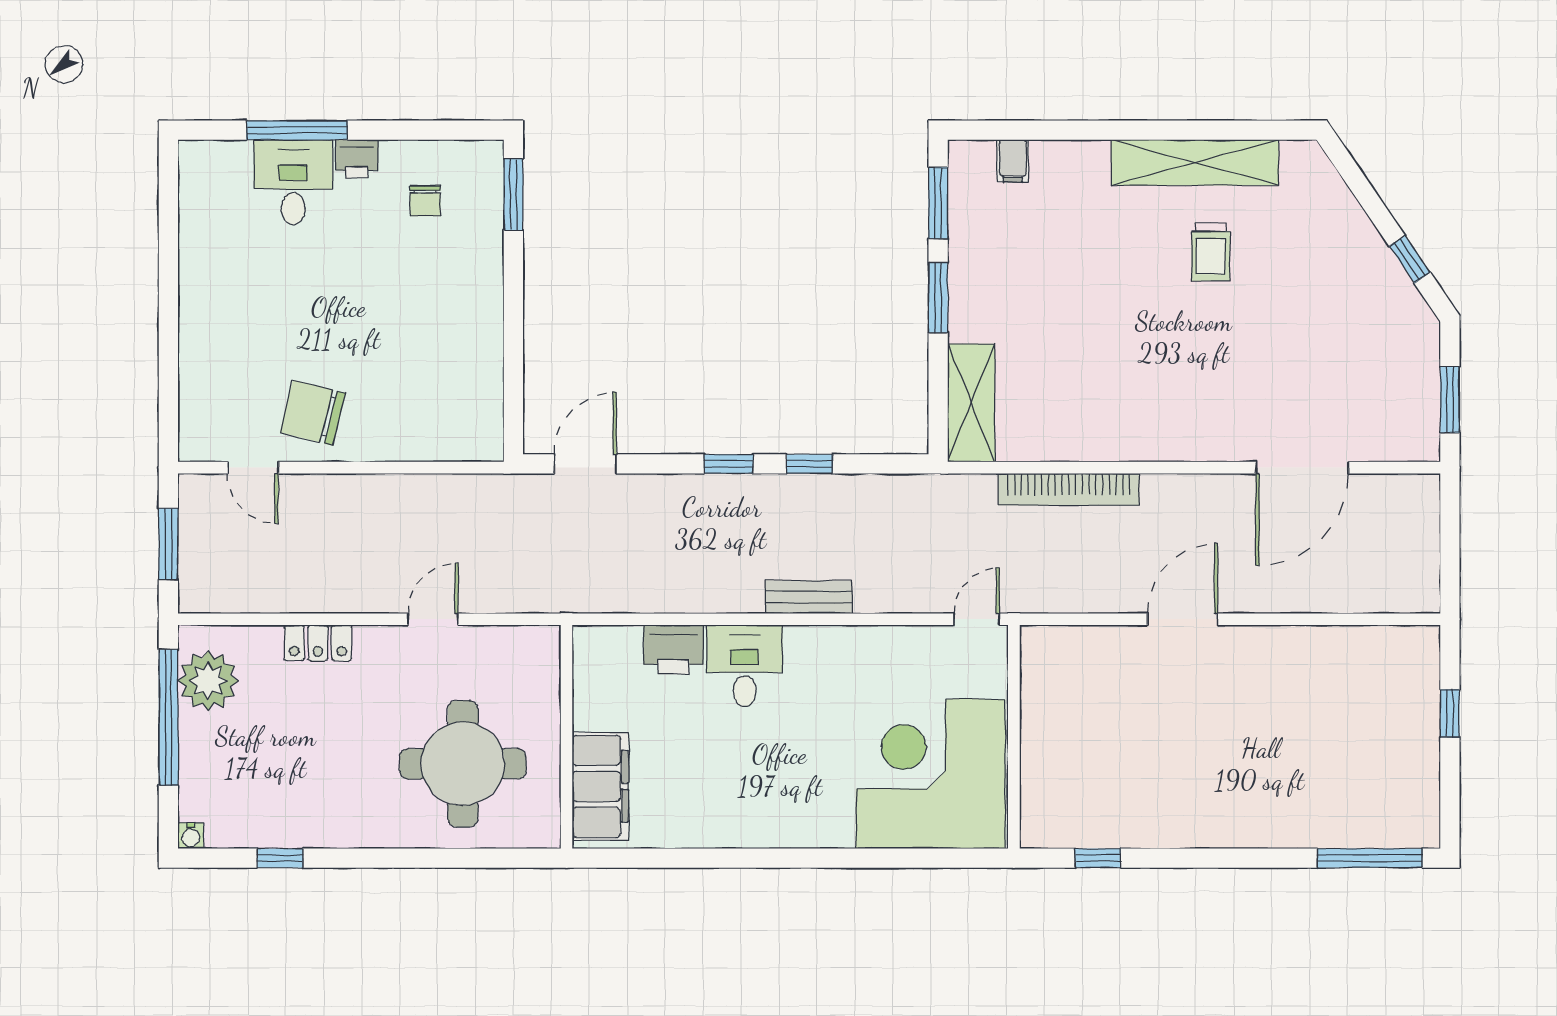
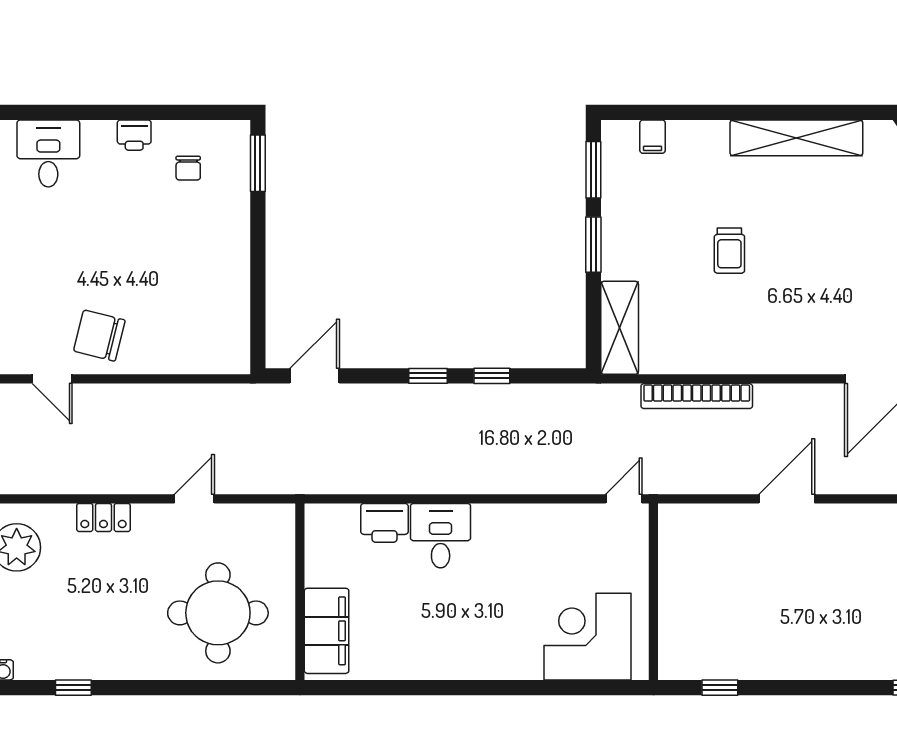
window: (297, 130) -> (87, 112), removed
desk: (293, 182) -> (48, 153), moved
trolley: (1211, 252) -> (729, 251), moved
bench: (809, 597) -> (491, 481), removed
corner desk: (931, 774) -> (588, 637), width x0.74, depth x0.74

